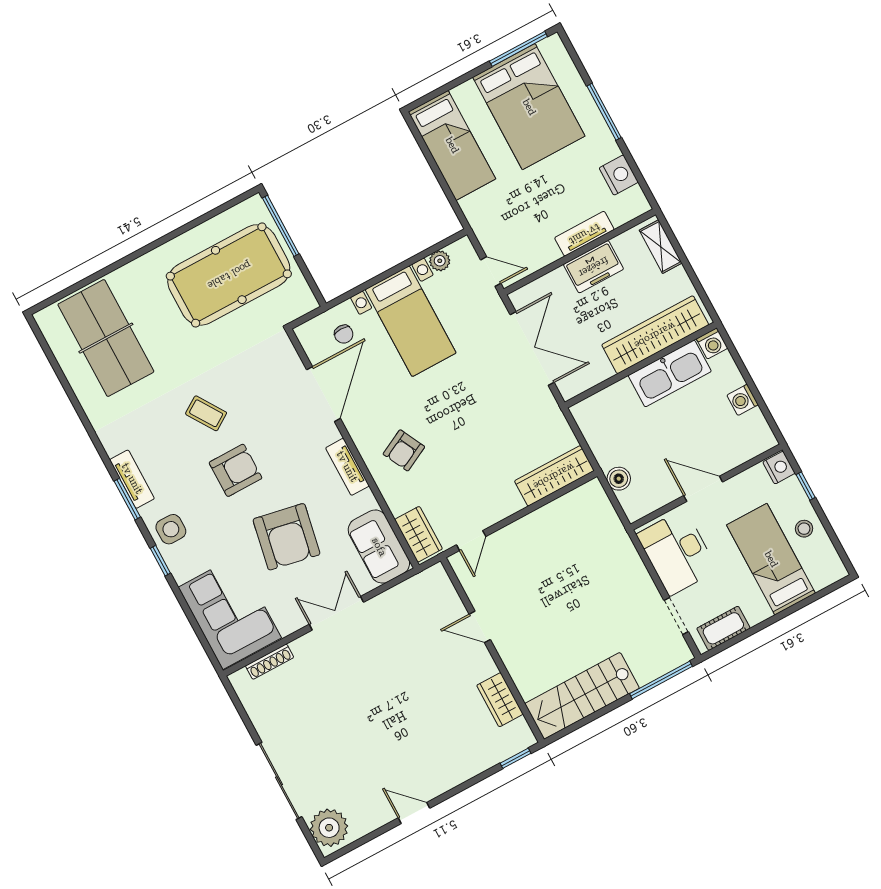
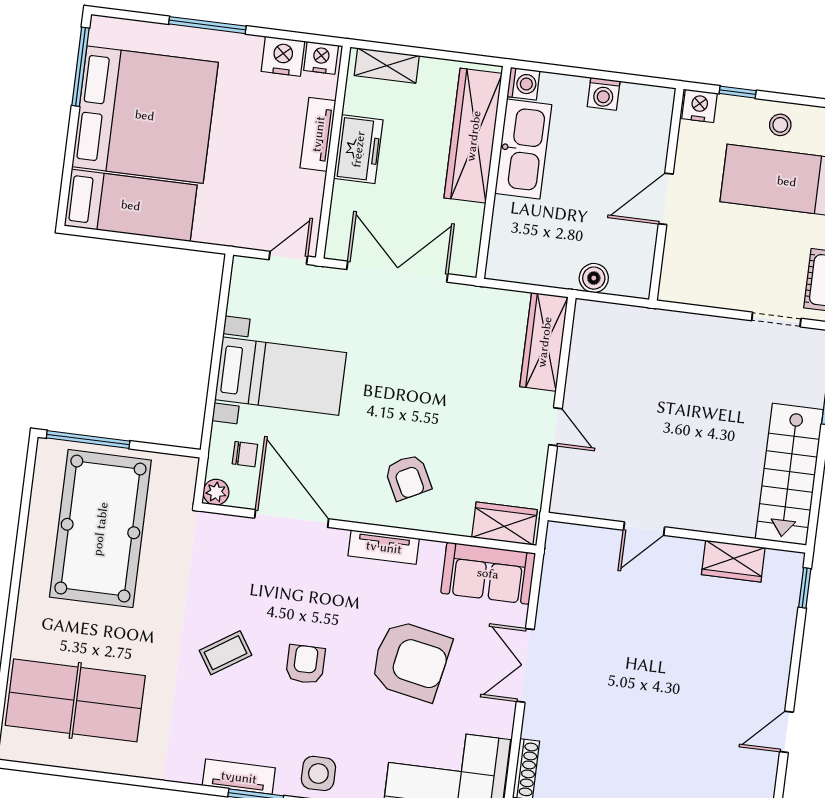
bed: (529, 107) -> (145, 115), width x1.36
nightstand: (635, 200) -> (321, 58), added
plant: (440, 261) -> (216, 492), moved
armchair: (236, 470) -> (305, 664), width x0.72, depth x0.72
door: (471, 541) -> (555, 427), moved
desk: (677, 552) -> (712, 272), removed

